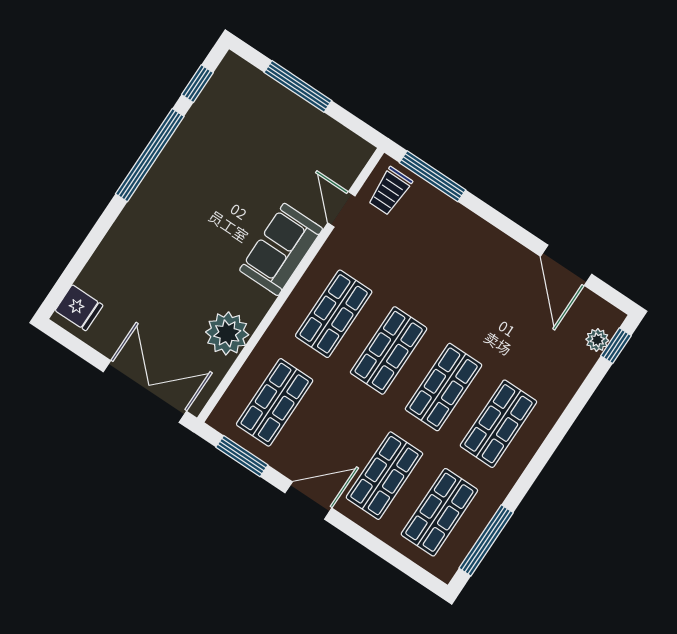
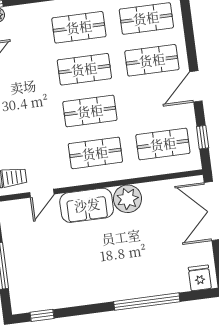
window: (150, 155) -> (147, 302), moved
plant: (227, 333) -> (128, 199), moved
window: (242, 456) -> (203, 137), width x0.67
door: (308, 500) -> (196, 86), hinge flipped

